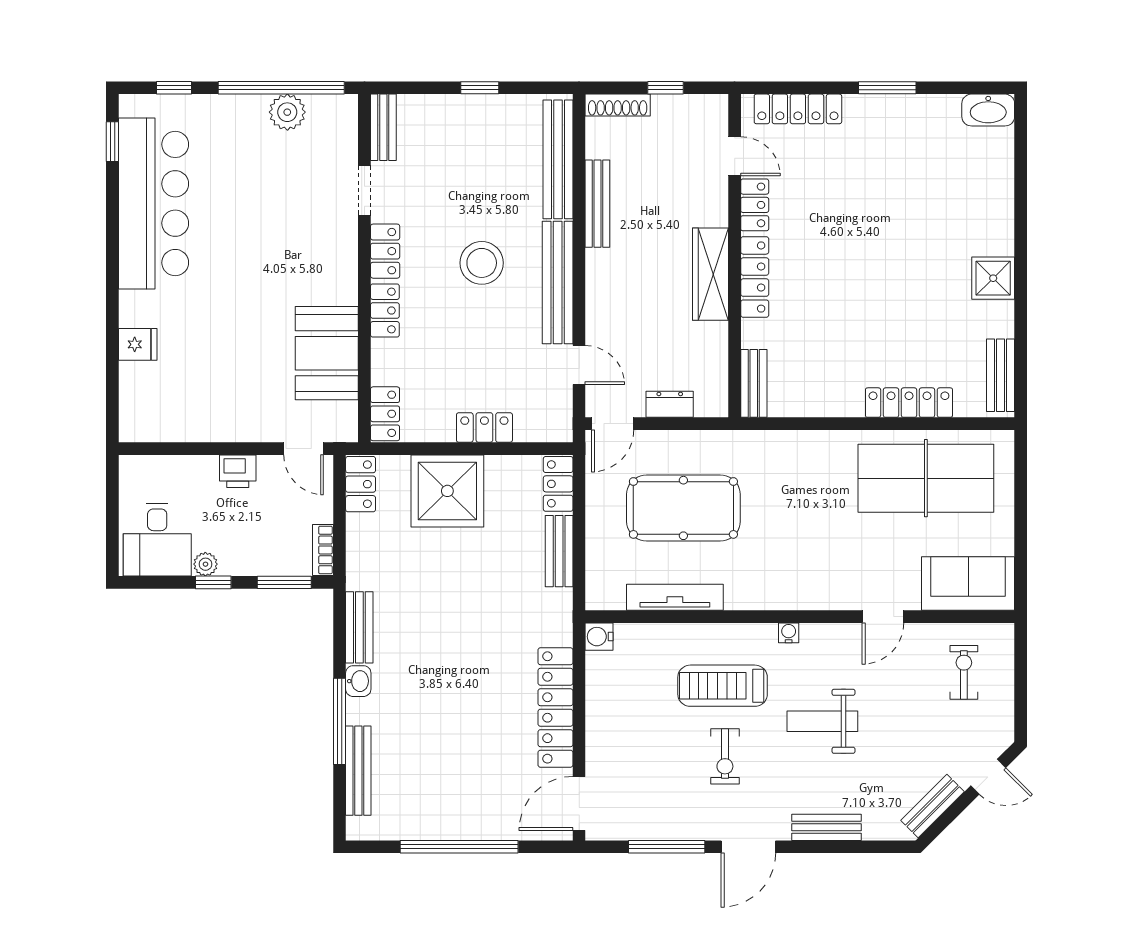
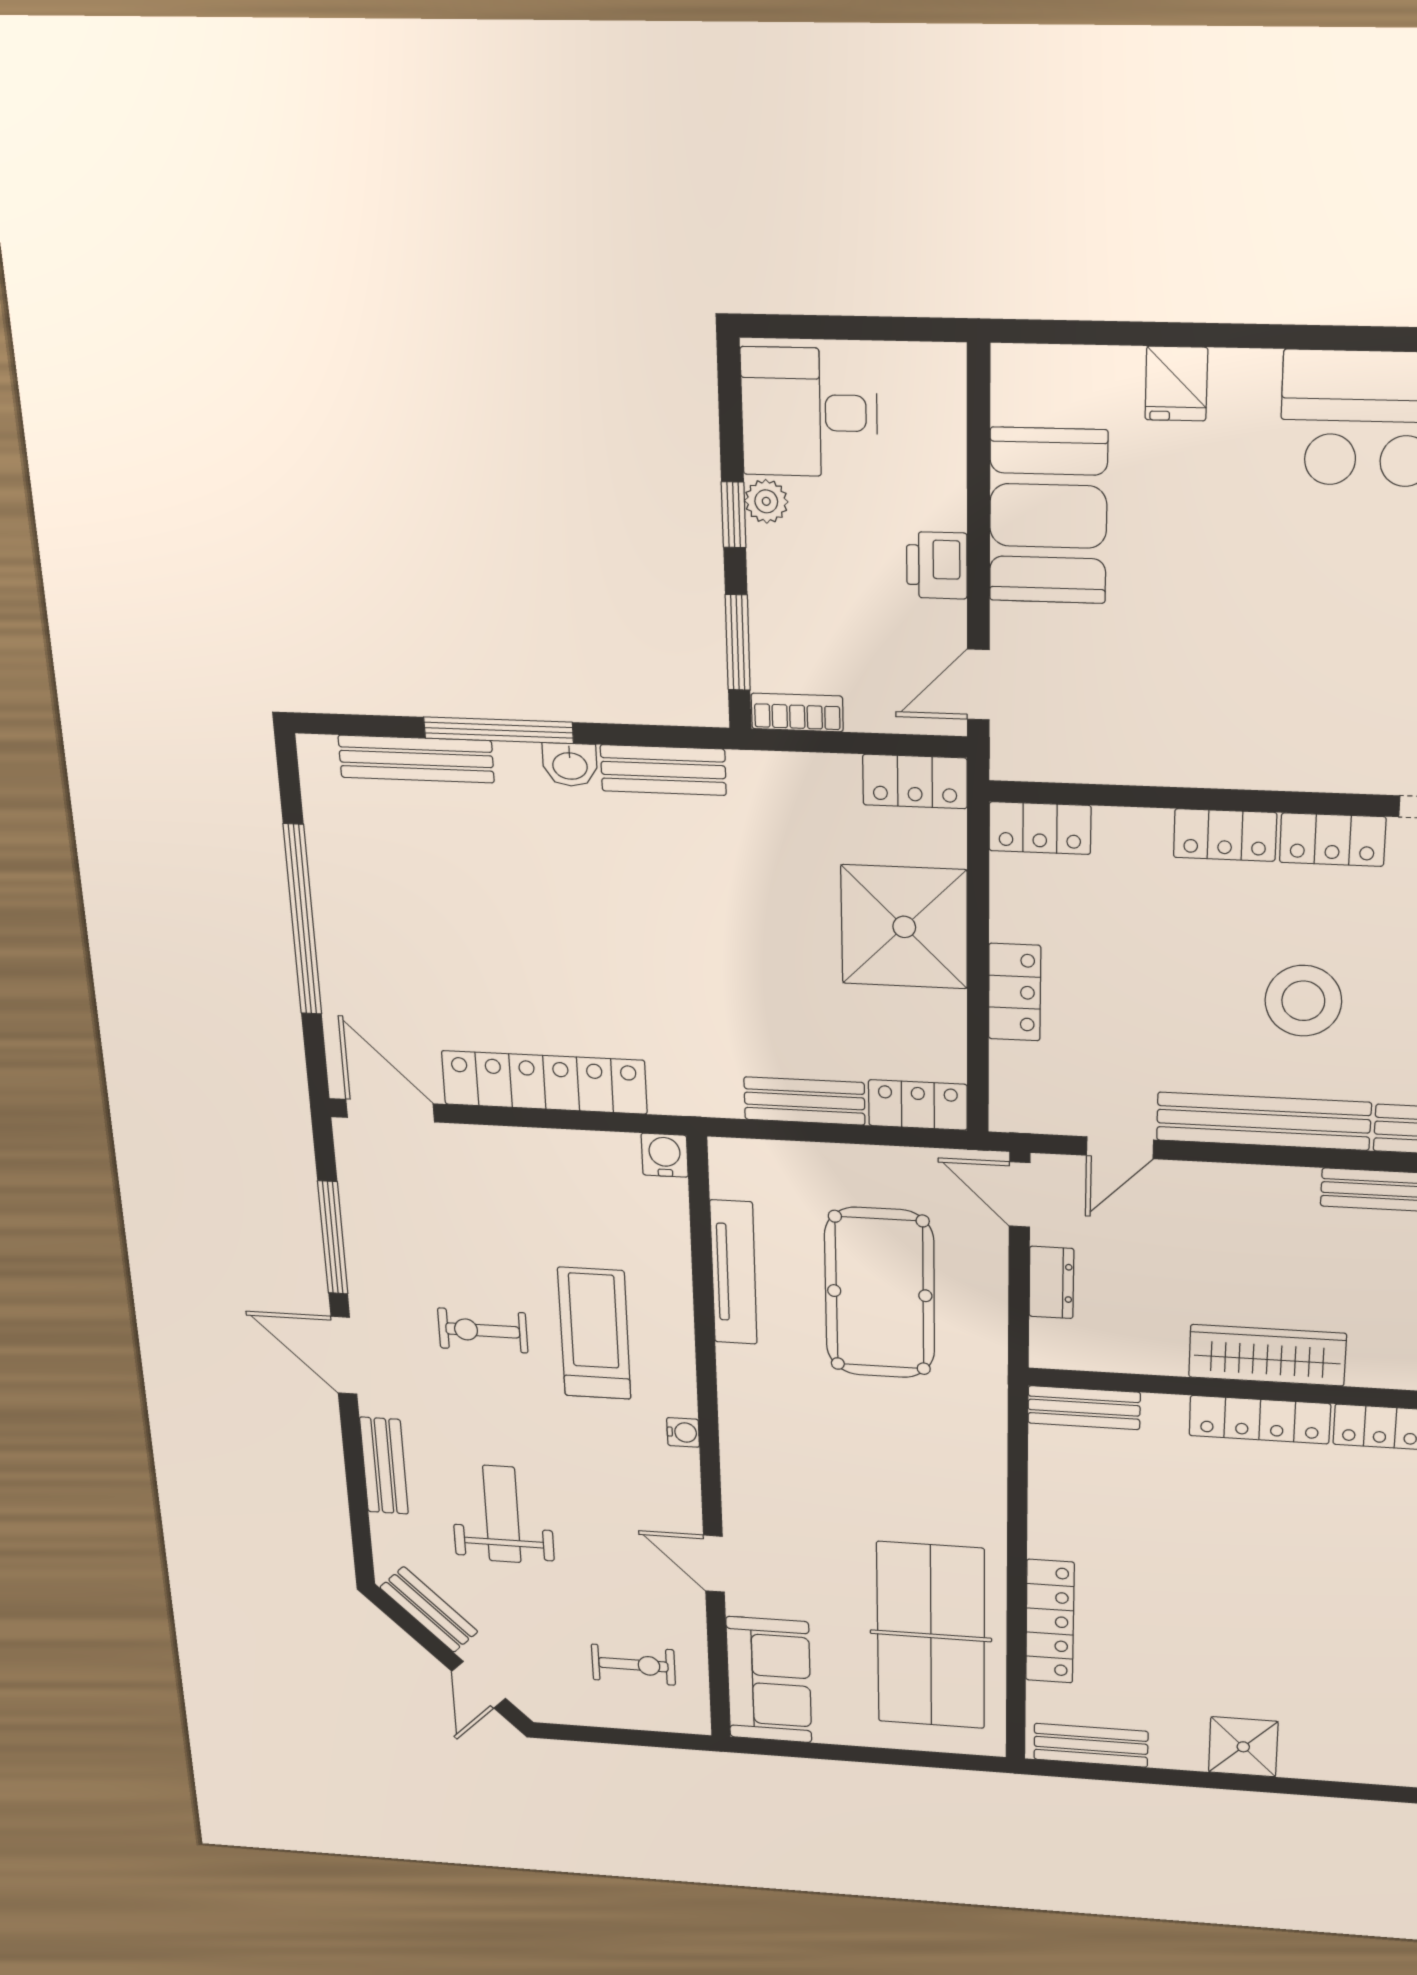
booth: (327, 353) -> (1048, 516), moved, turned 90
weight bench: (822, 721) -> (502, 1514), moved

